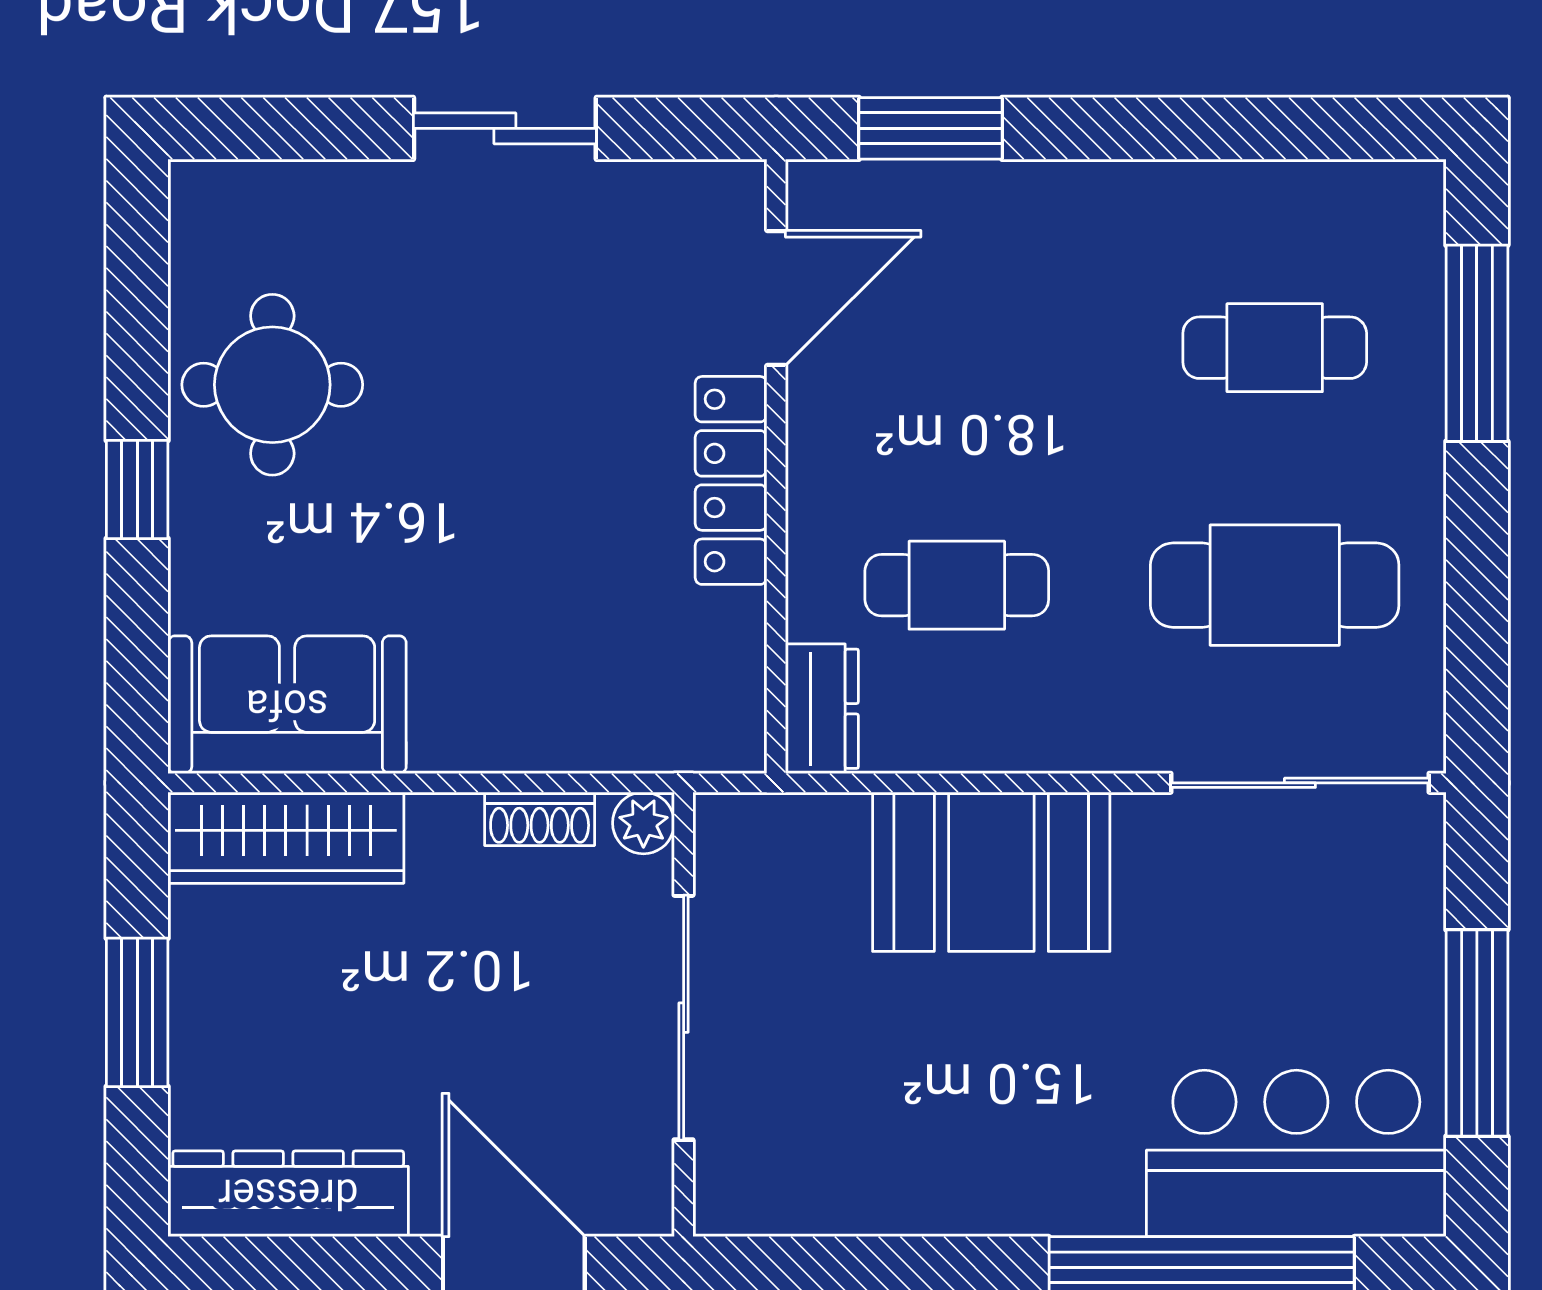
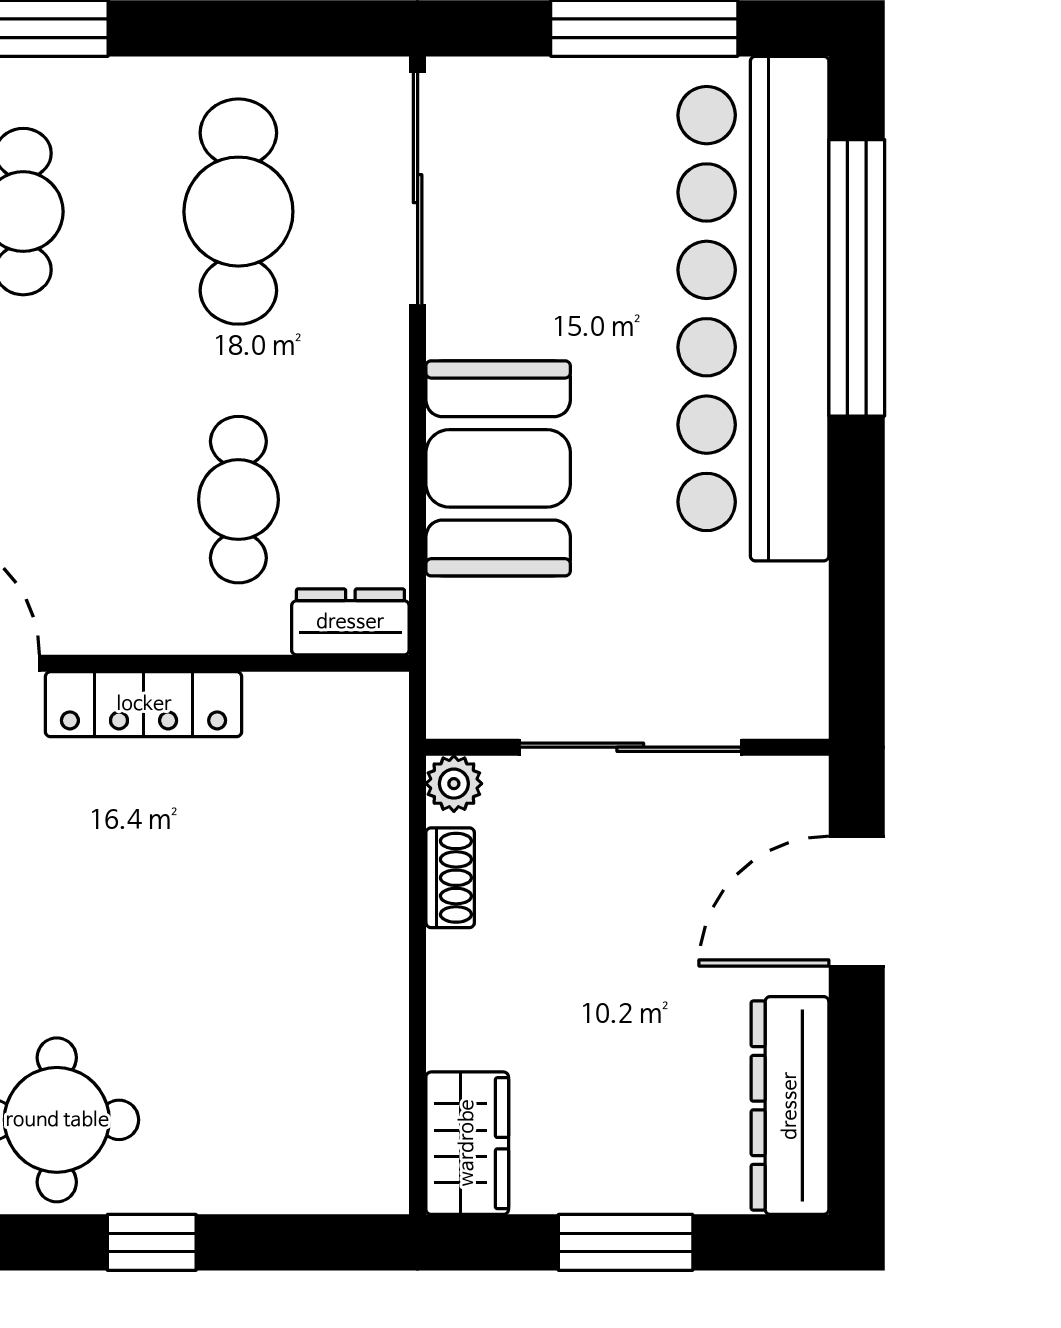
sofa: (287, 705) -> (347, 1106), removed
wardrobe: (286, 838) -> (467, 1143), width x0.67
bar counter: (1296, 1153) -> (753, 309), width x1.86

